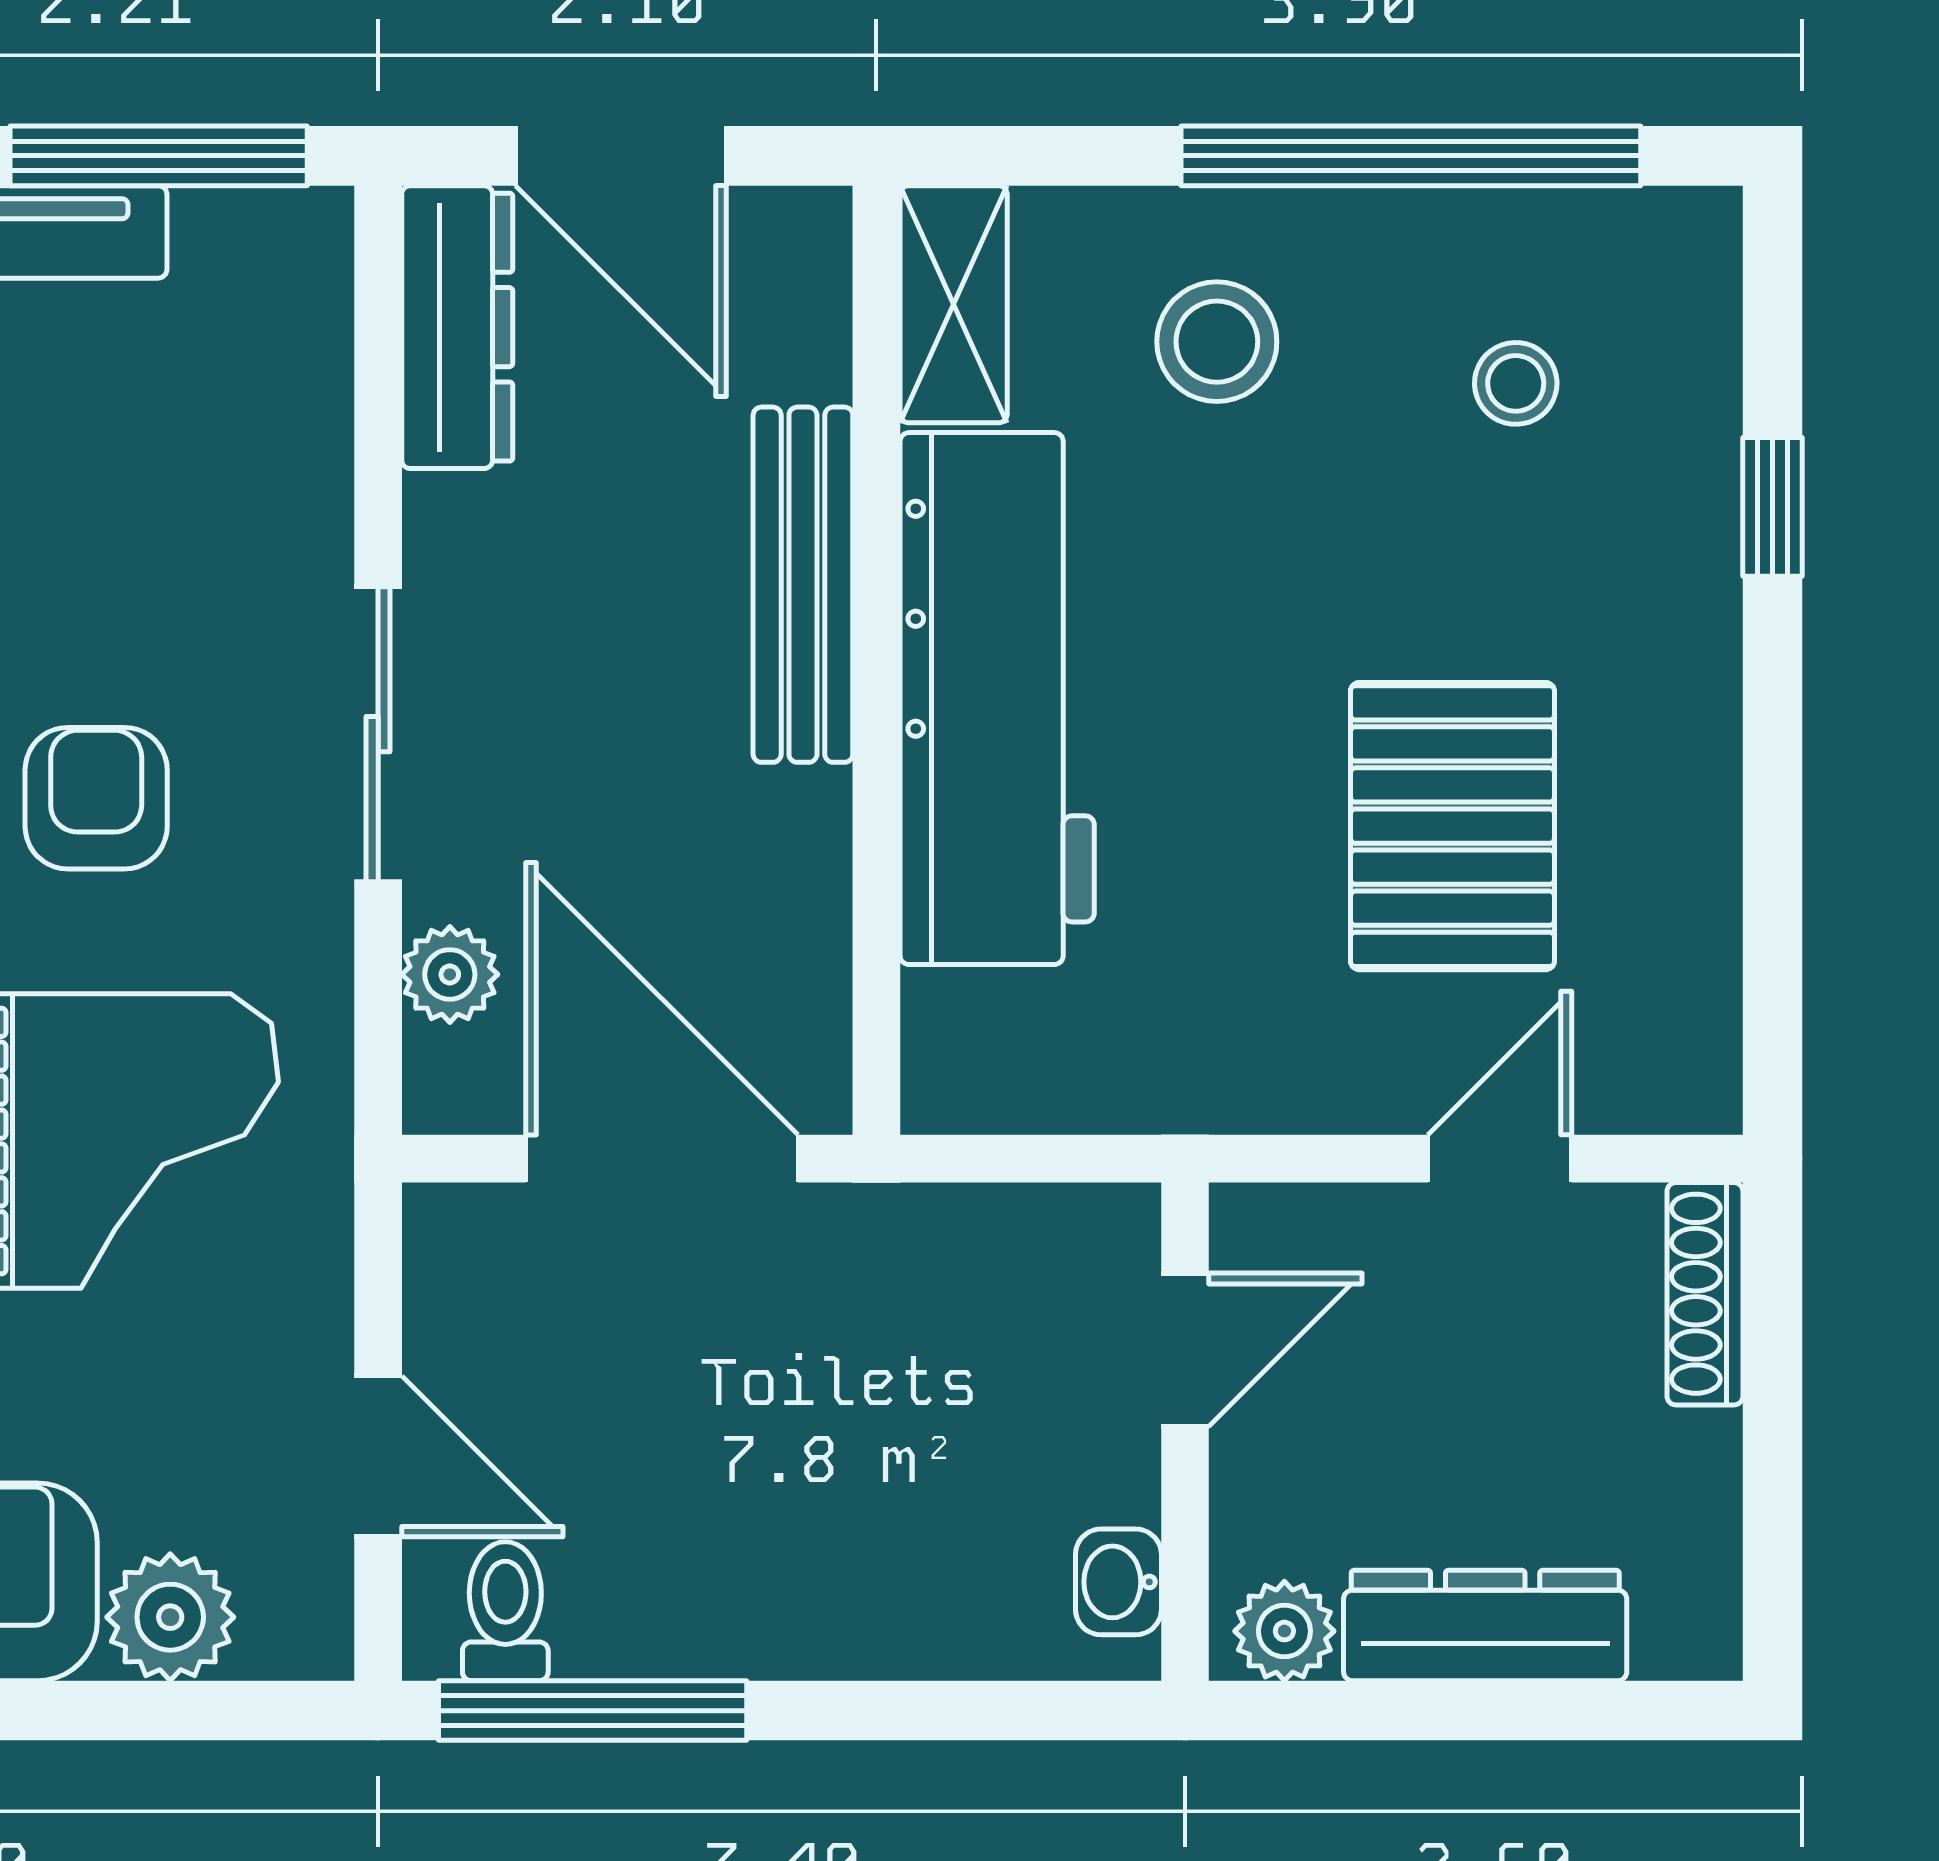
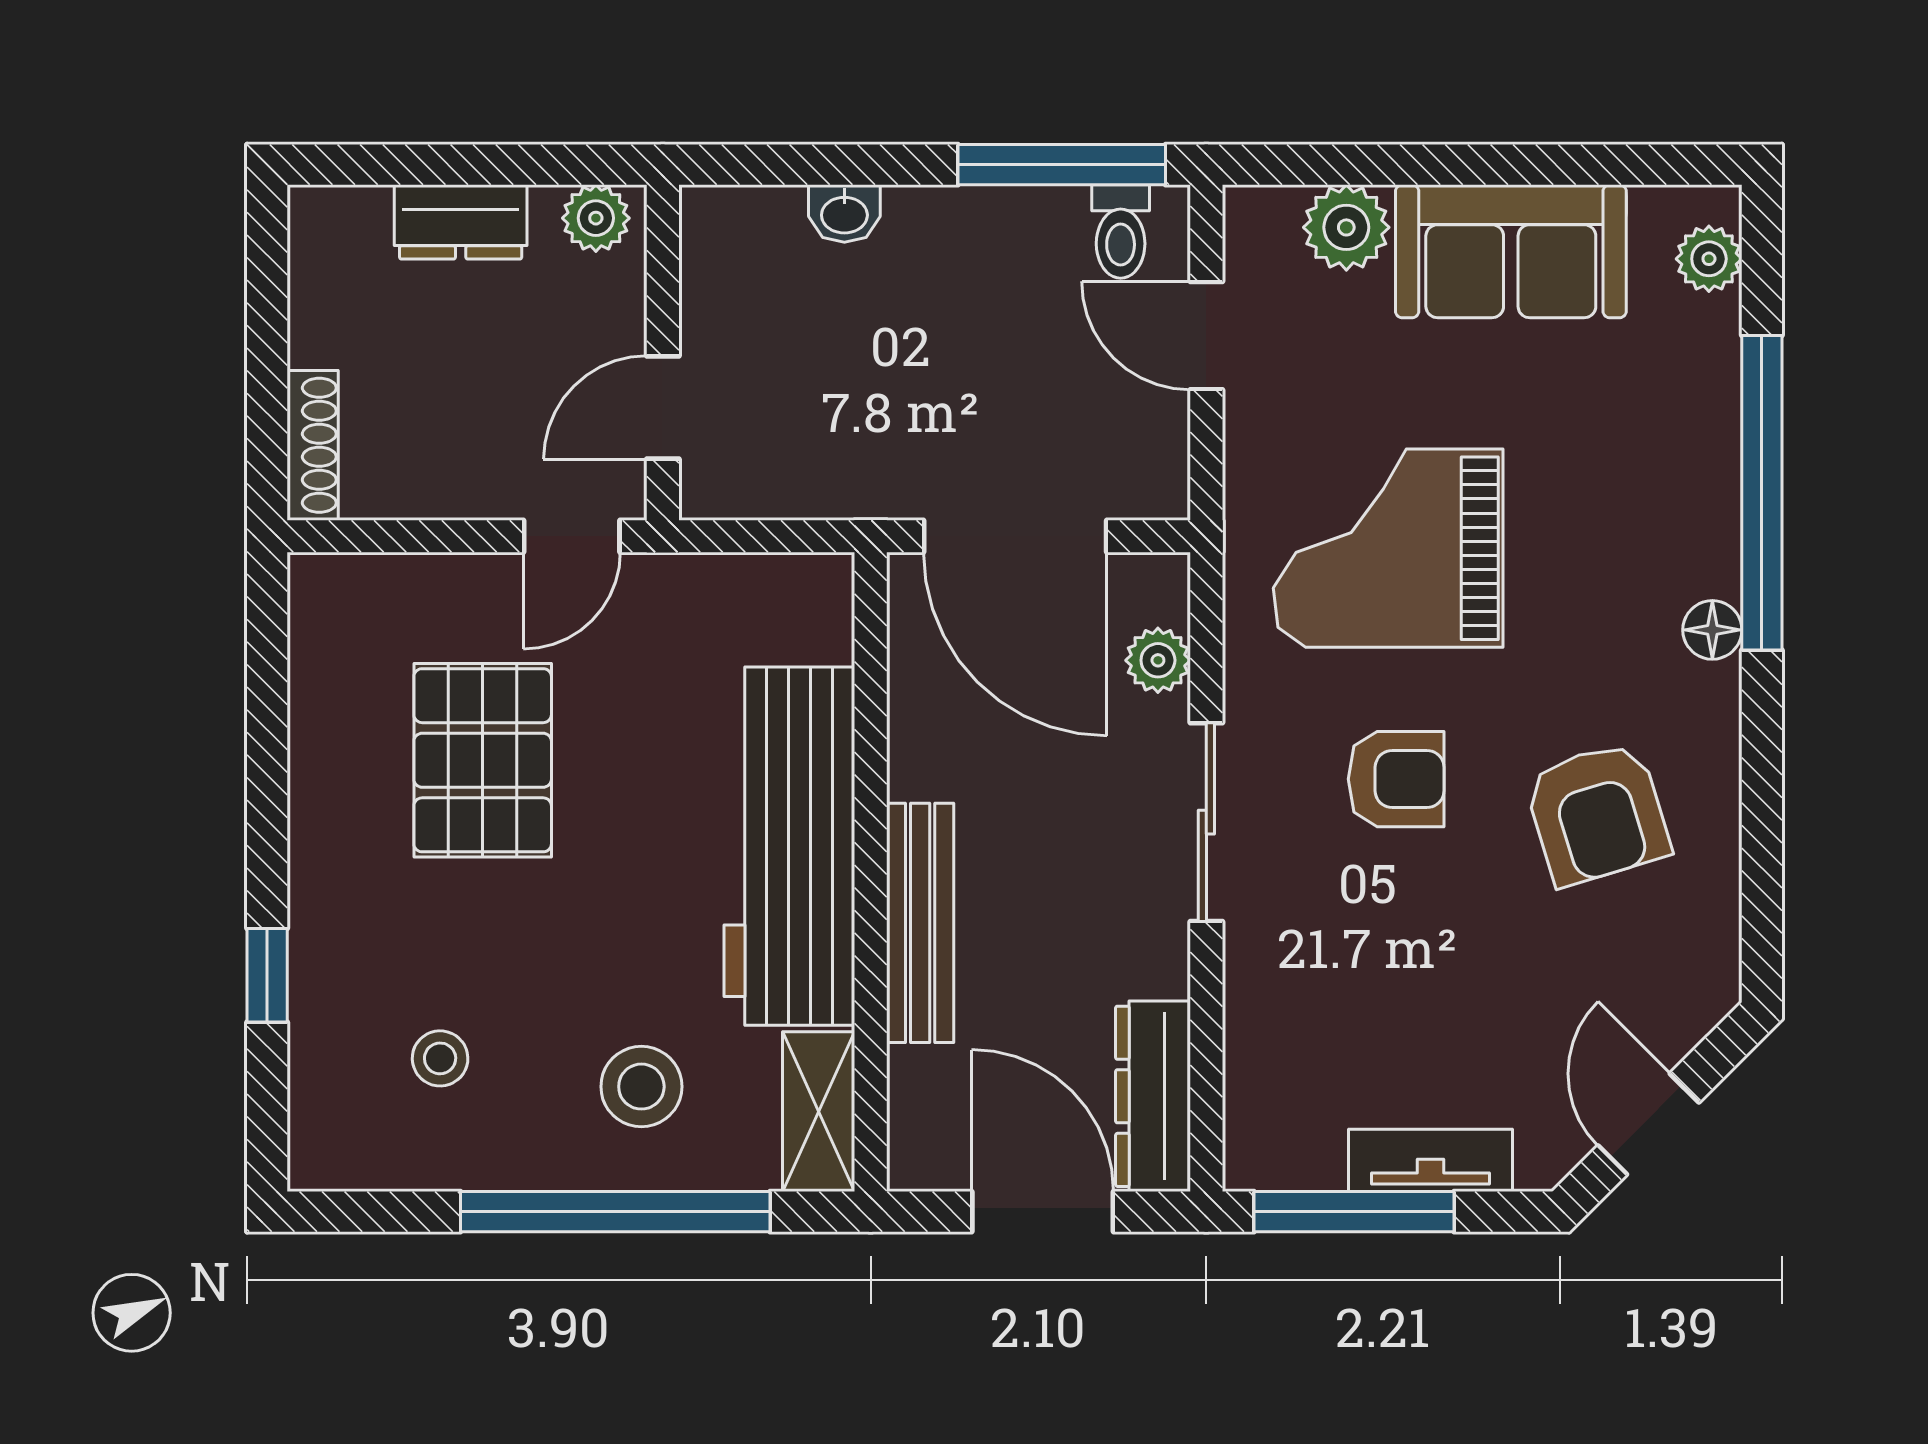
window: (1411, 156) -> (615, 1212), moved
armchair: (96, 798) -> (1396, 779), turned -90
door: (1500, 1159) -> (572, 536), moved
washbasin: (1118, 1582) -> (844, 213), moved, turned 90
dresser: (1485, 1625) -> (461, 222), width x0.70

